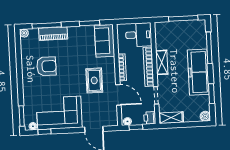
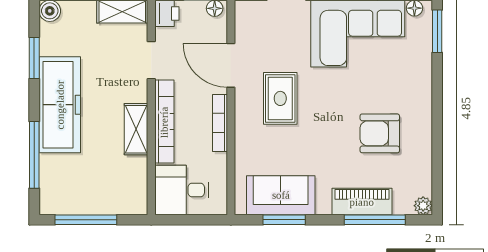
sofa: (105, 41) -> (281, 195), moved, turned -90

